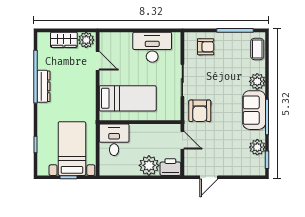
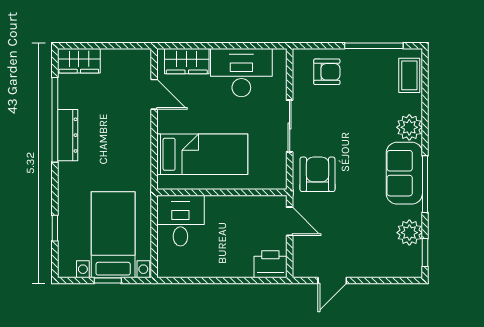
wardrobe: (64, 40) -> (79, 61), moved
plant: (86, 40) -> (136, 61), removed
wardrobe: (118, 40) -> (187, 61), added
armchair: (200, 111) -> (318, 174), turned 180
plant: (149, 165) -> (236, 262), removed

